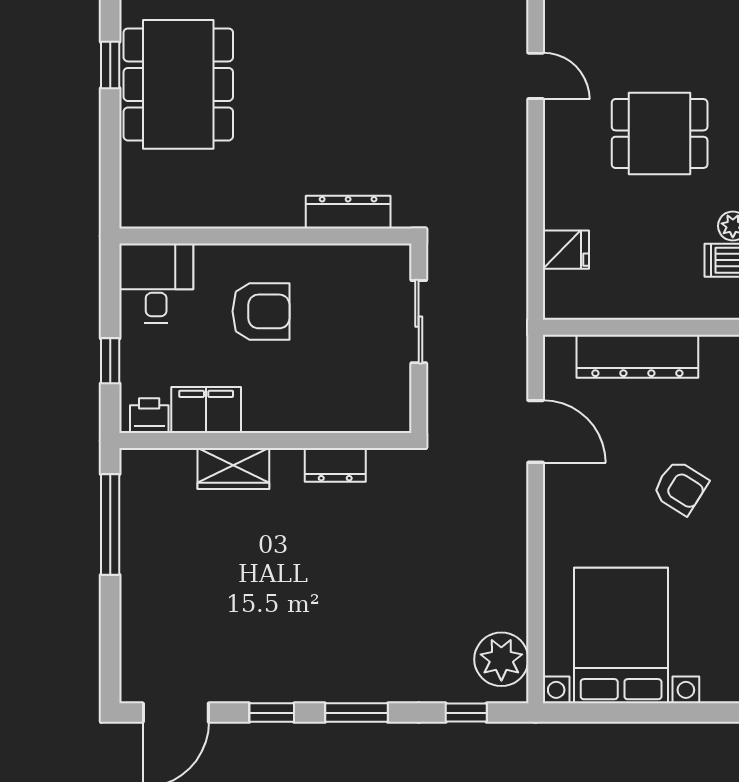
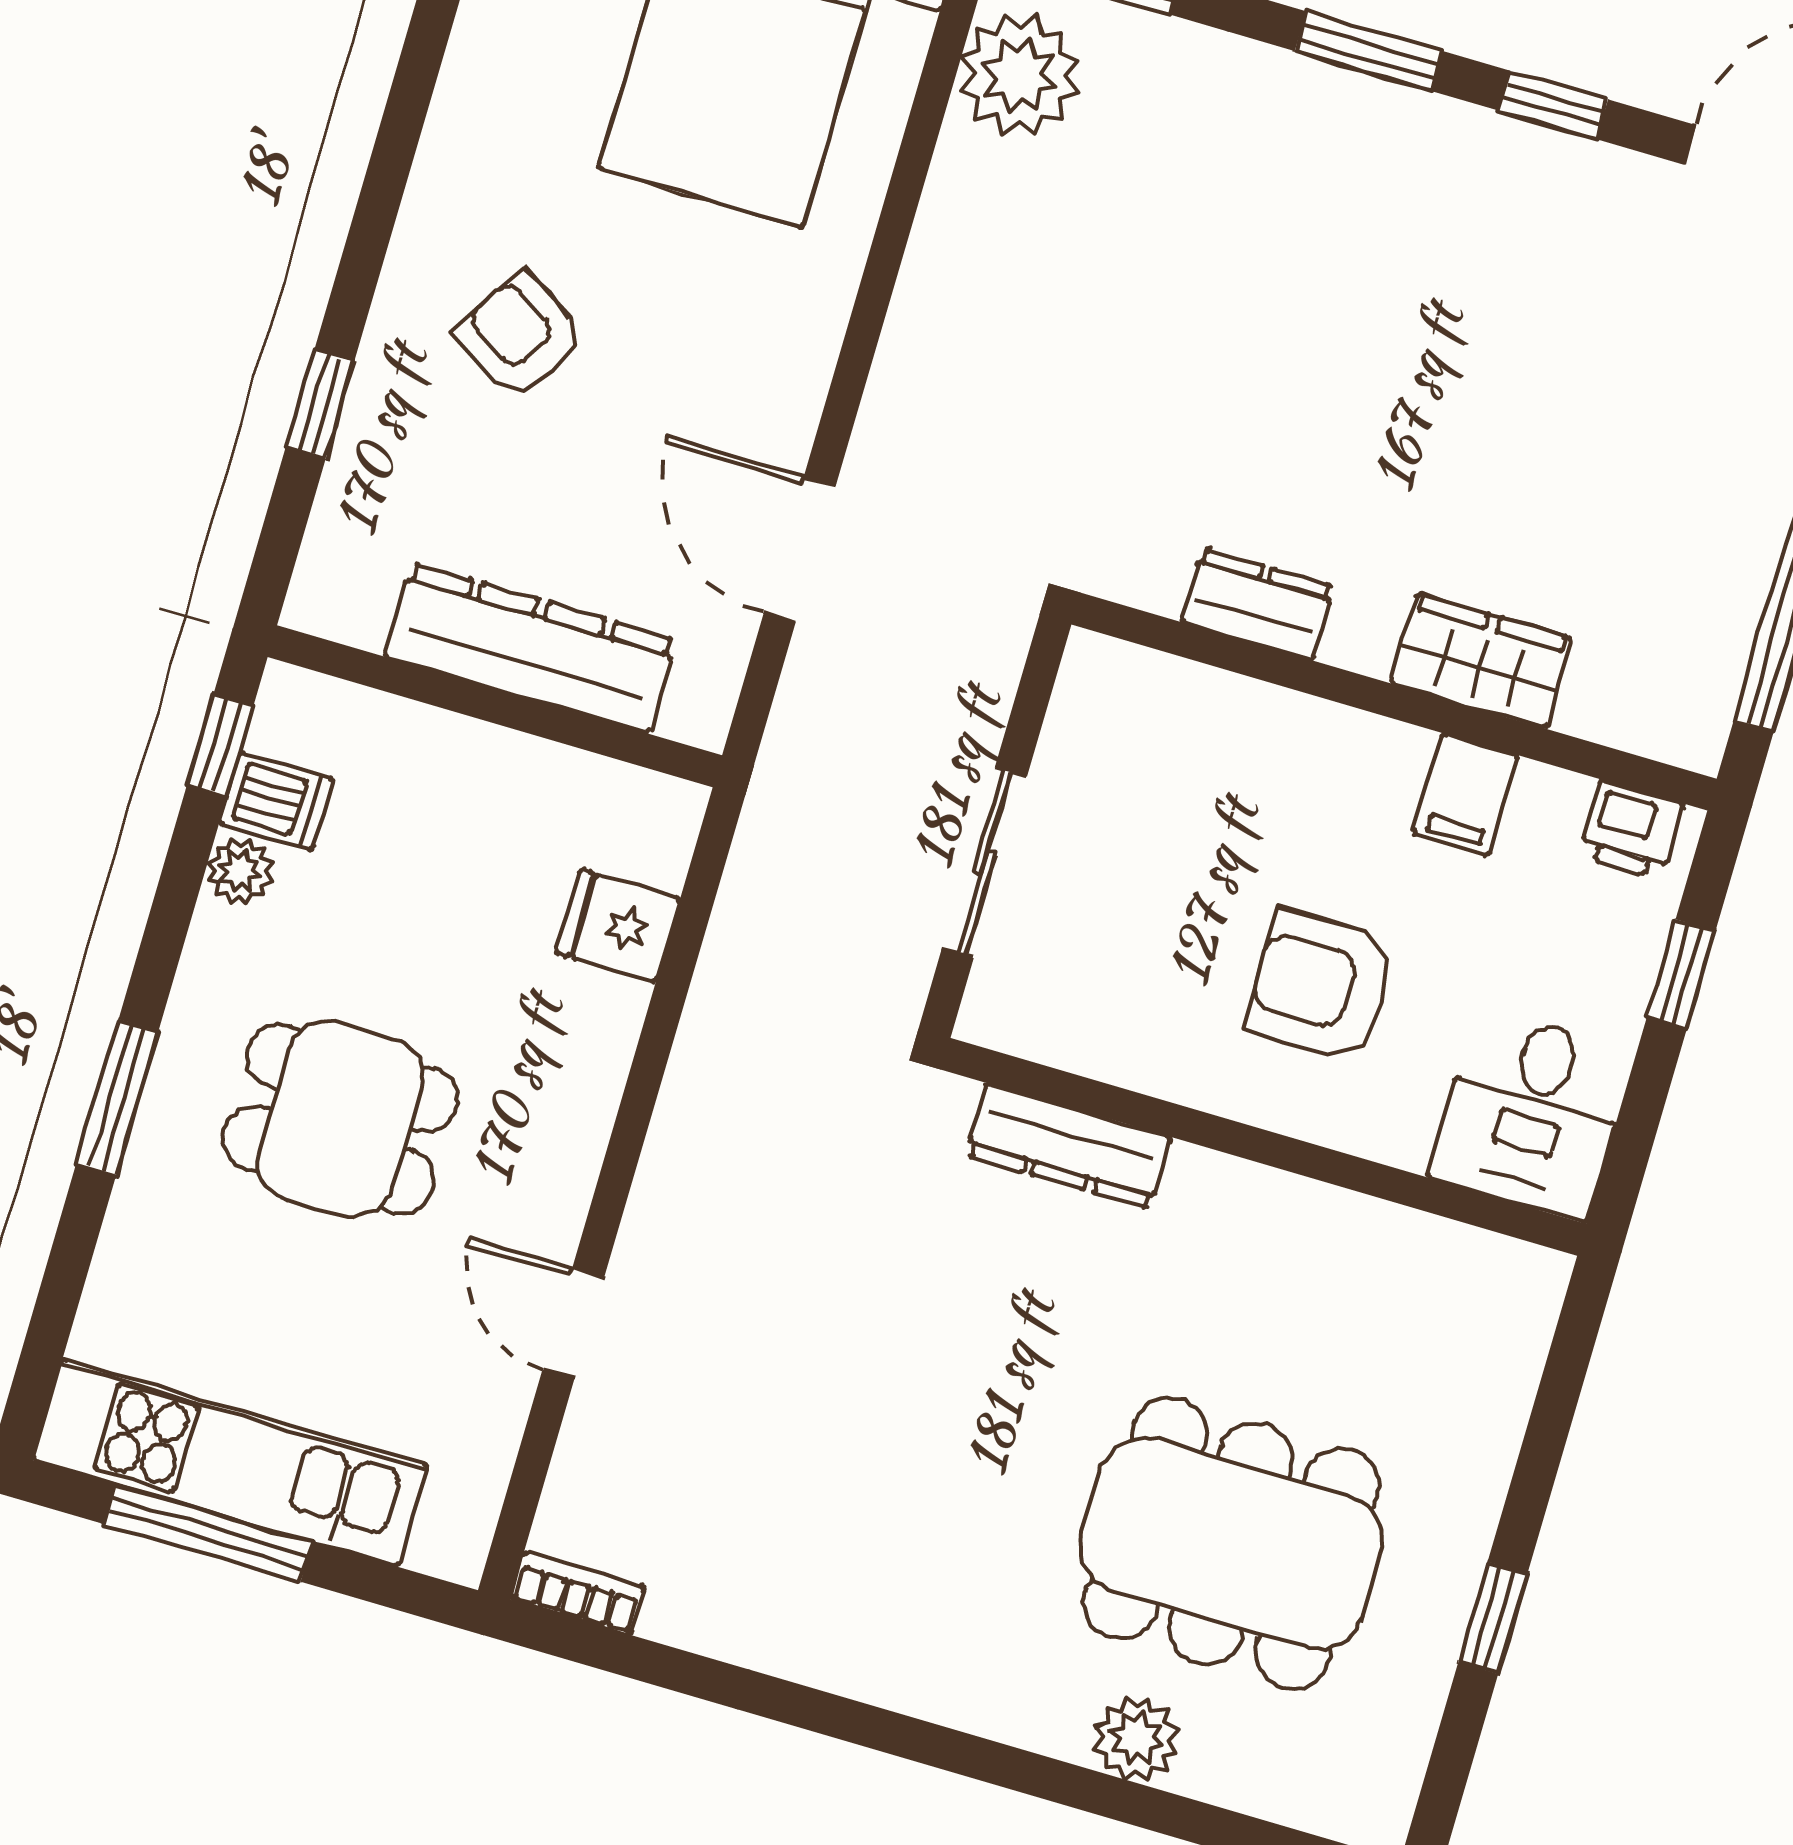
dining table: (178, 84) -> (1231, 1544), moved, turned 90
filing cabinet: (206, 410) -> (1466, 795), width x0.50

